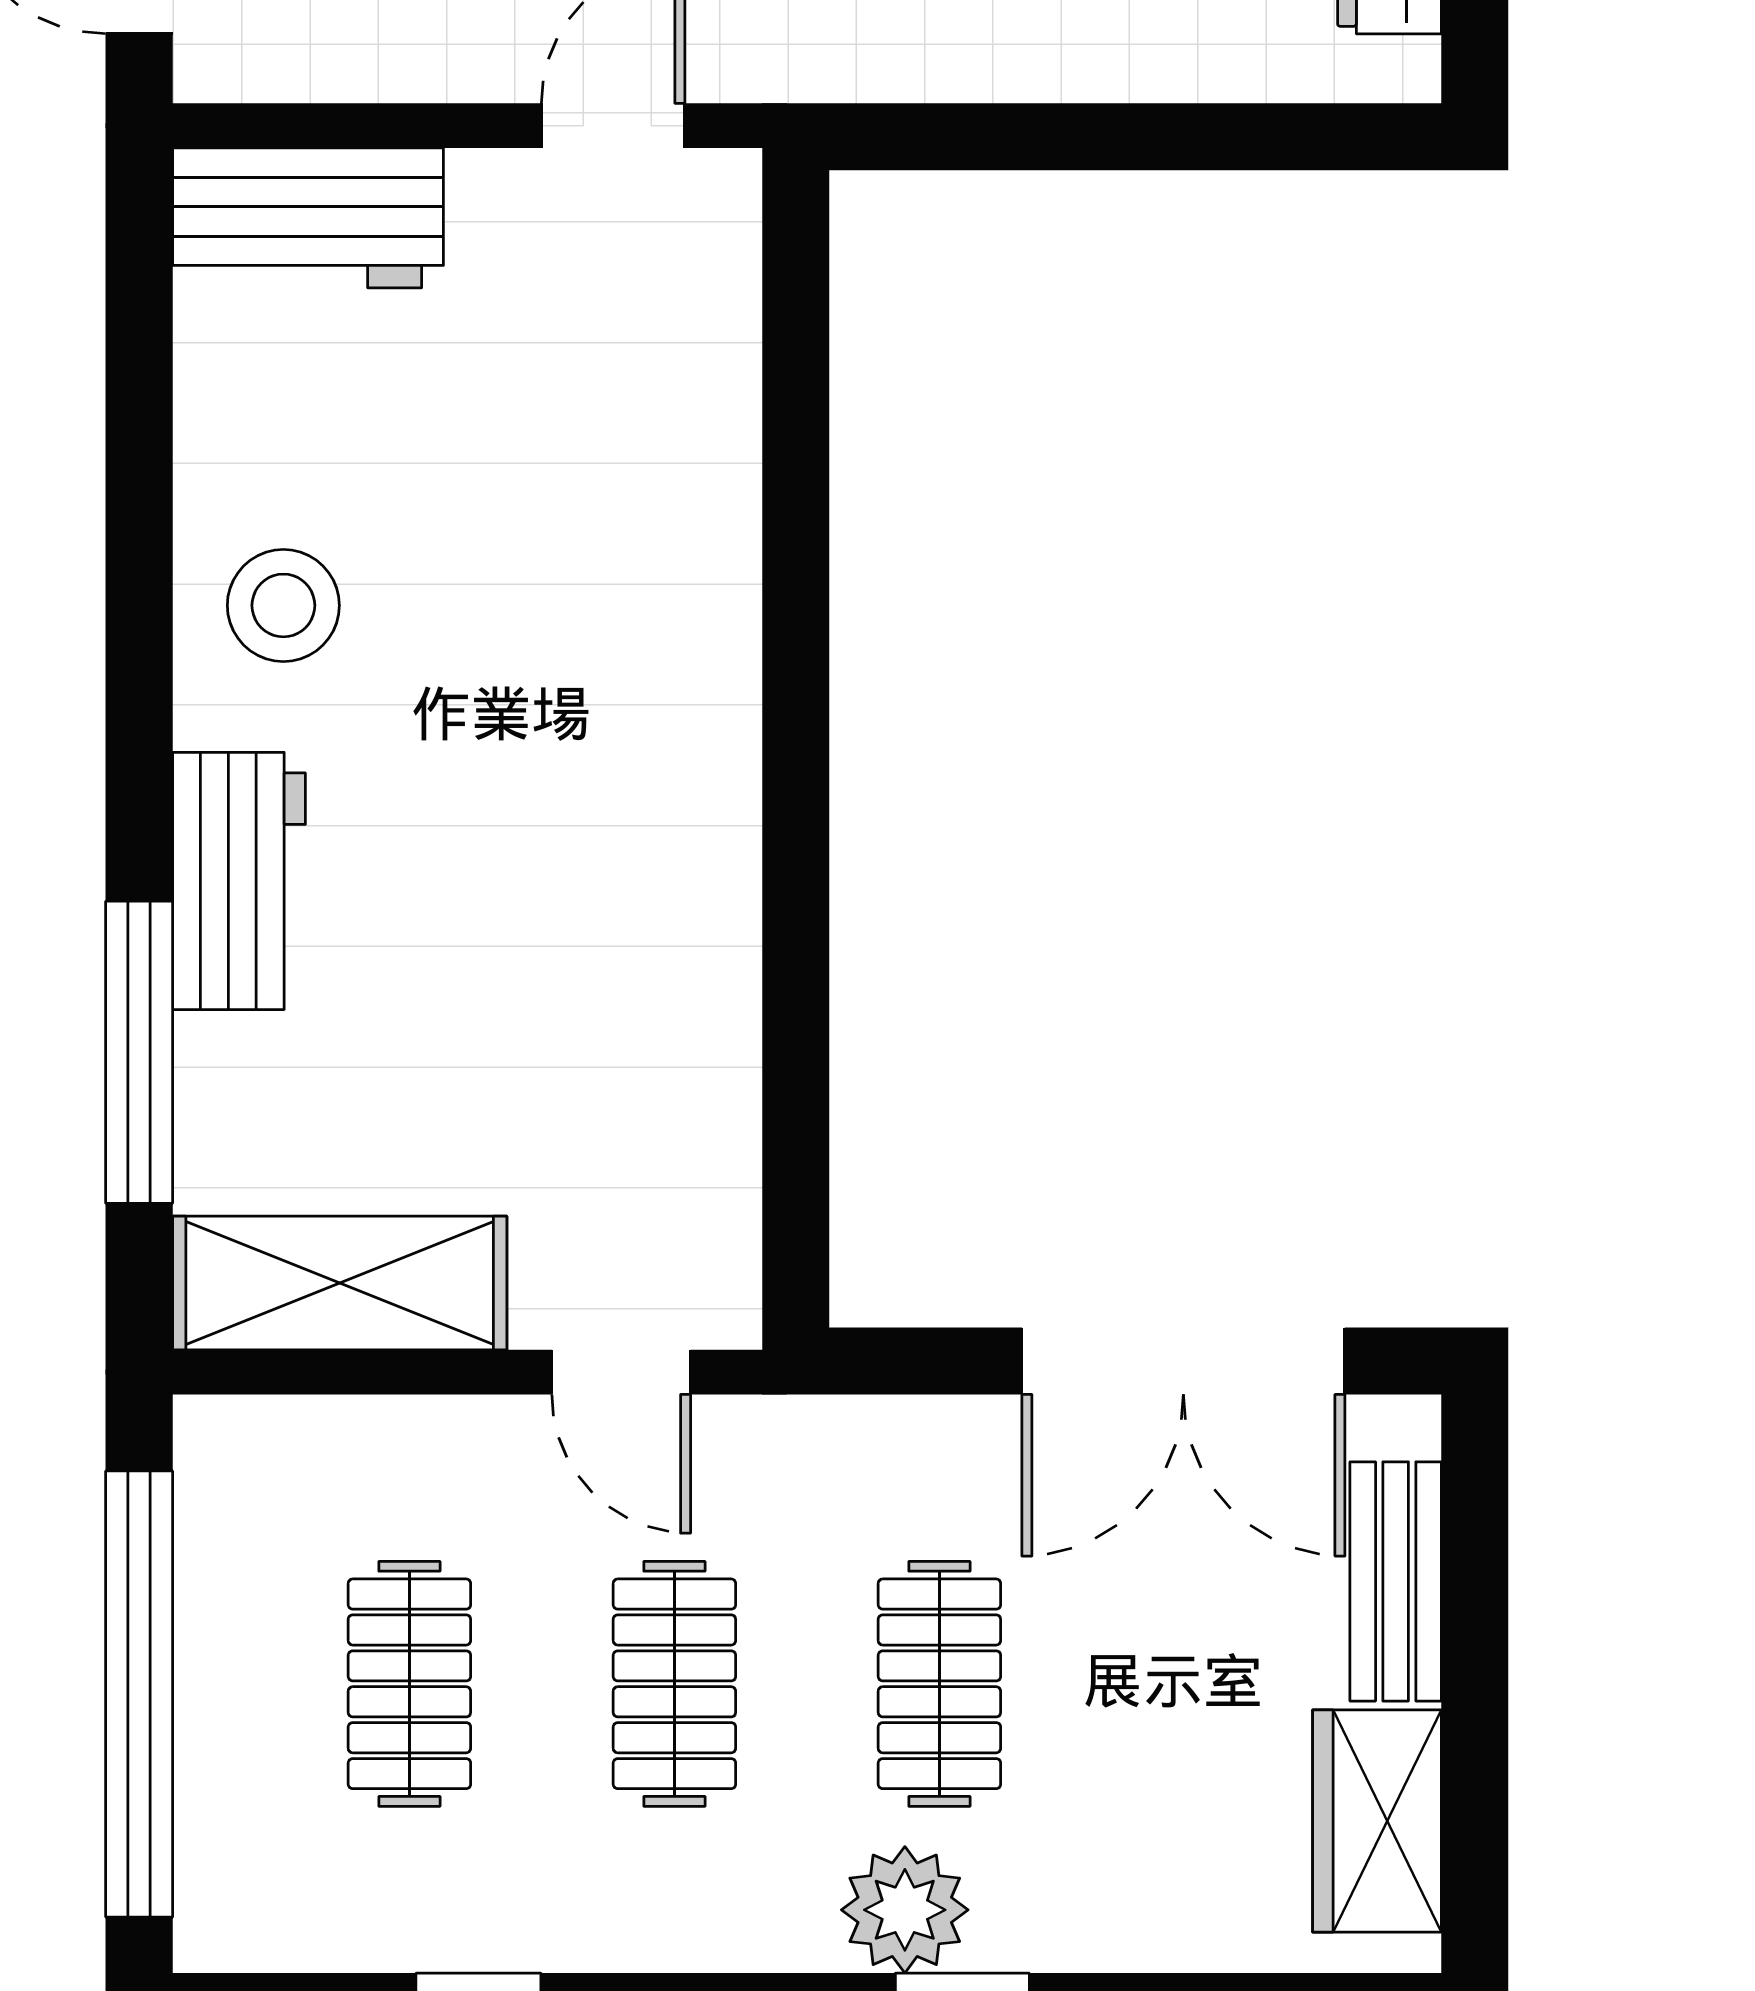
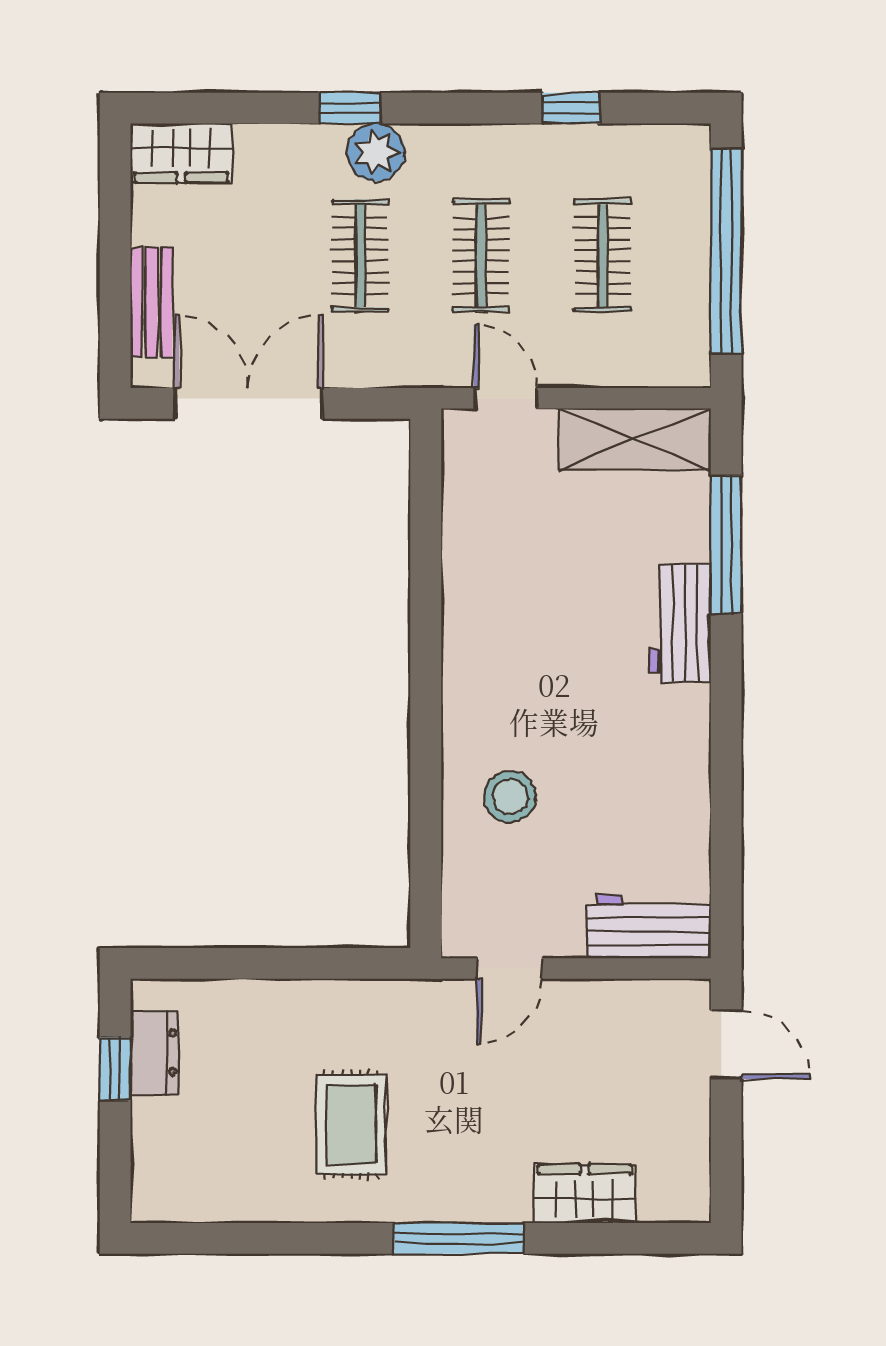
stool: (283, 605) -> (510, 797), moved
wardrobe: (1377, 1821) -> (181, 153), moved, turned 90

